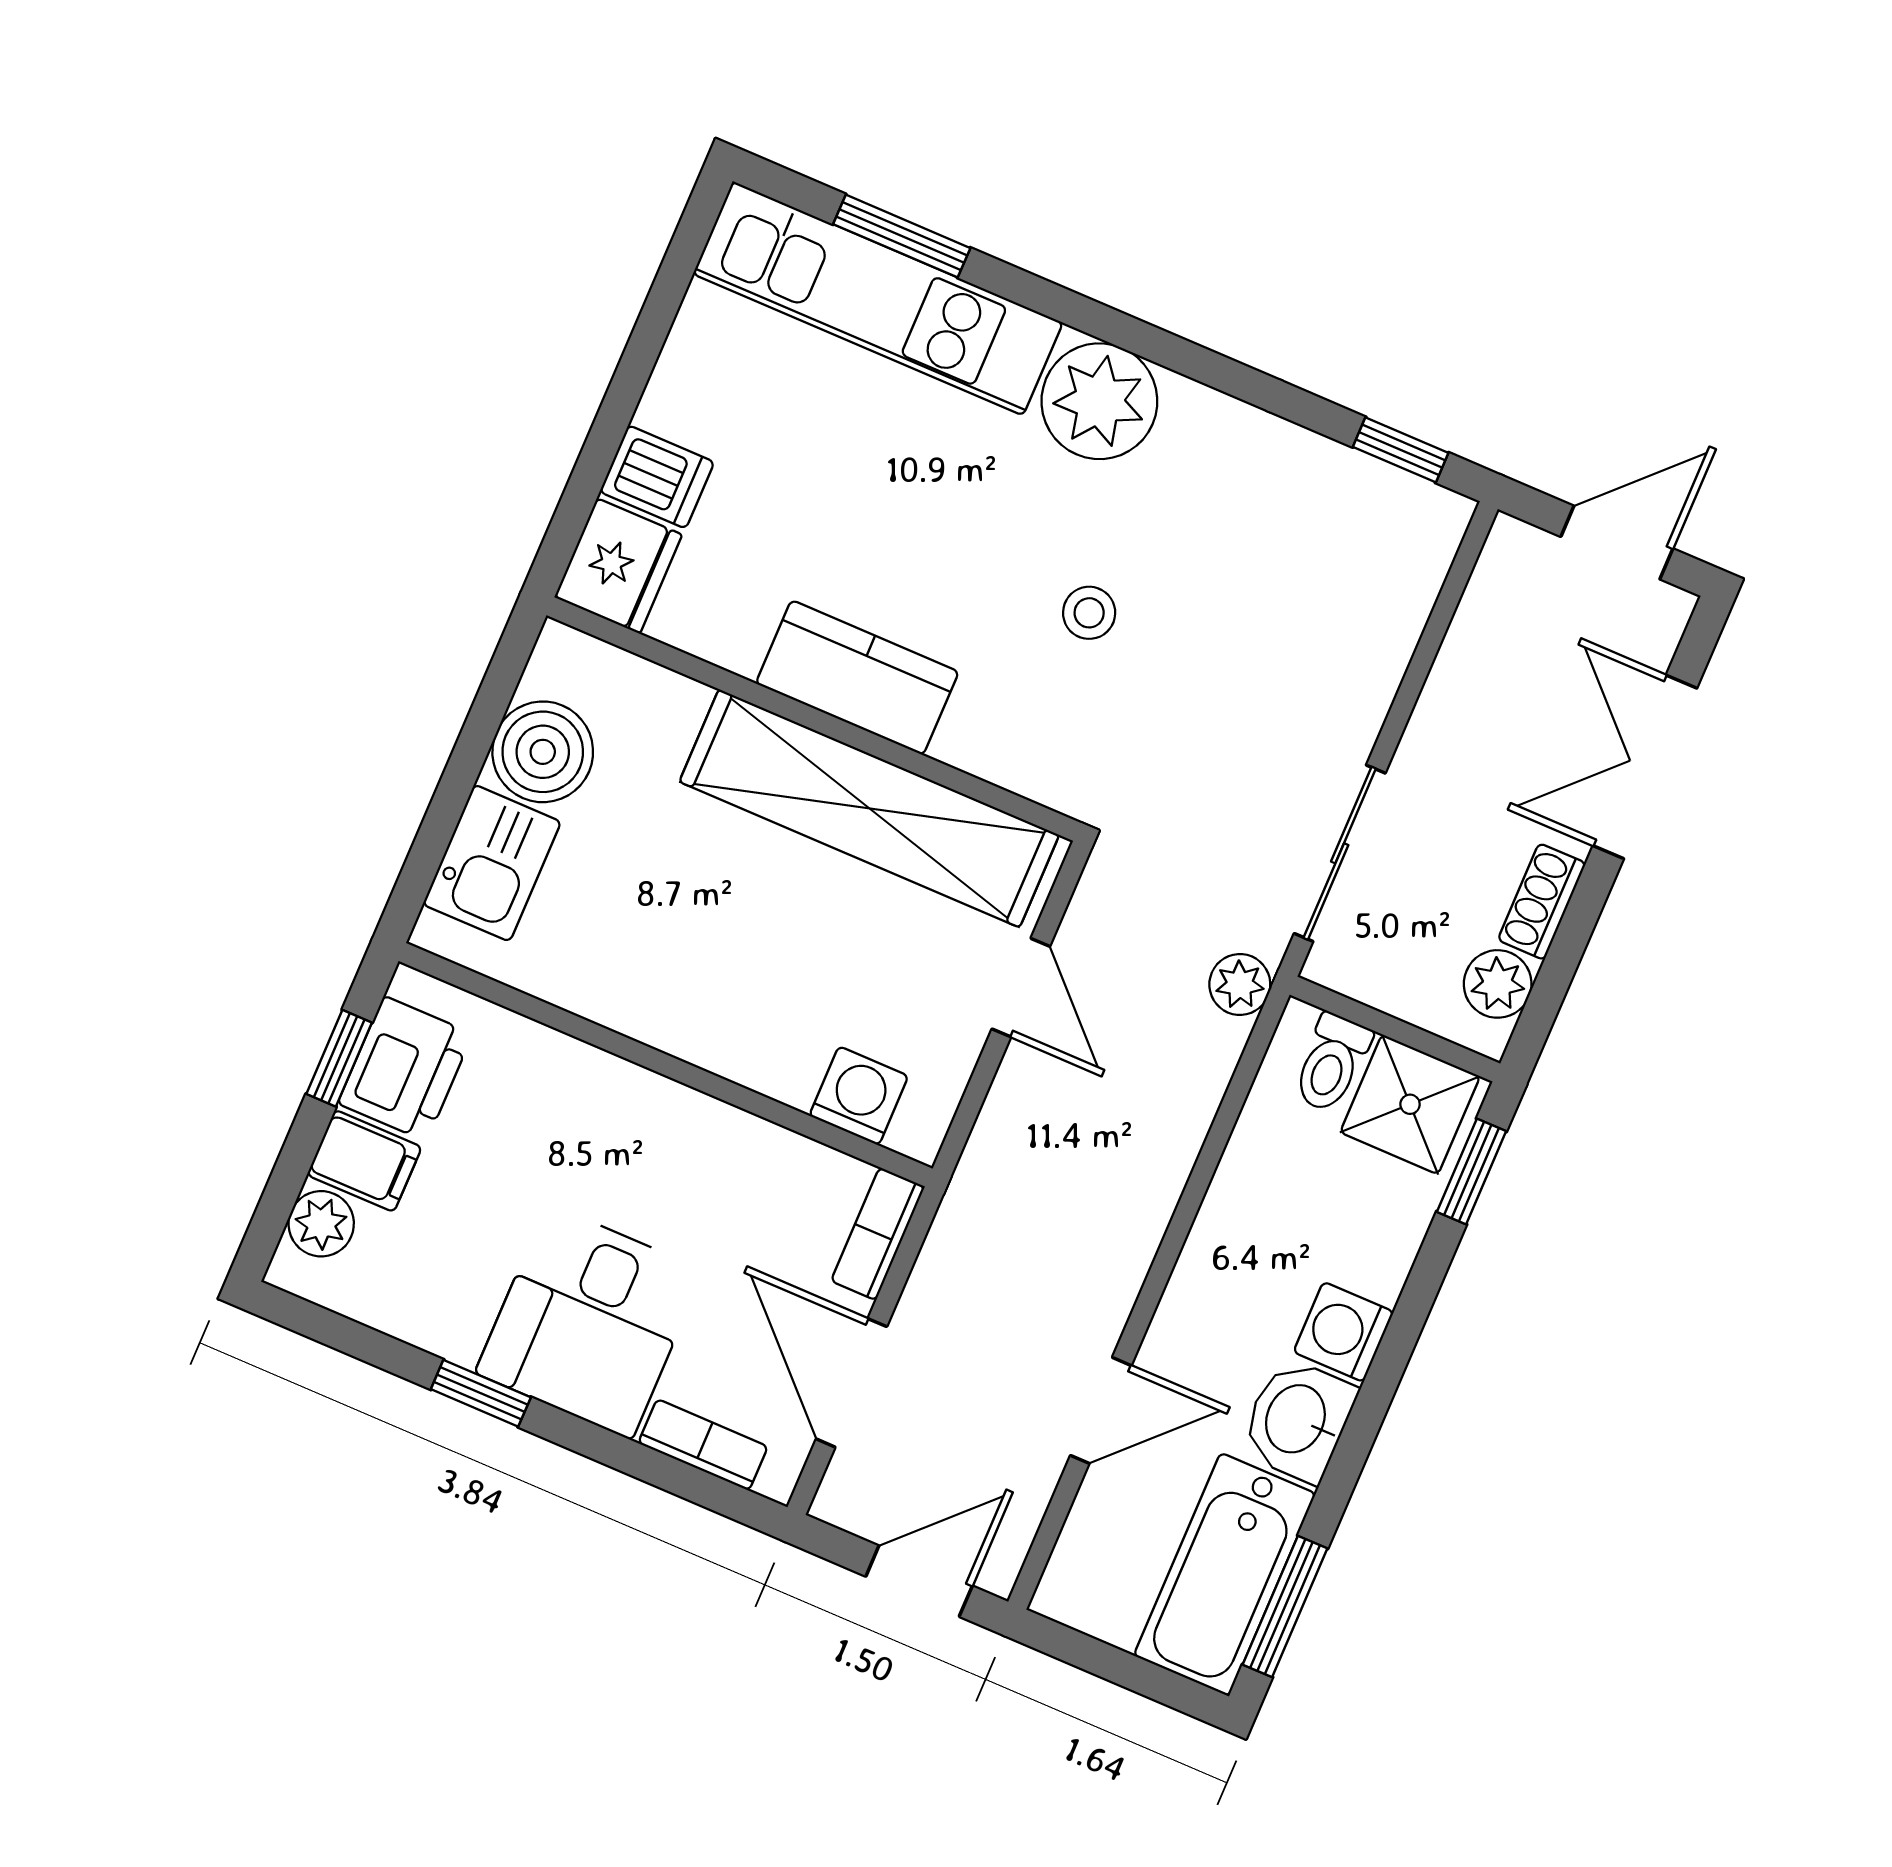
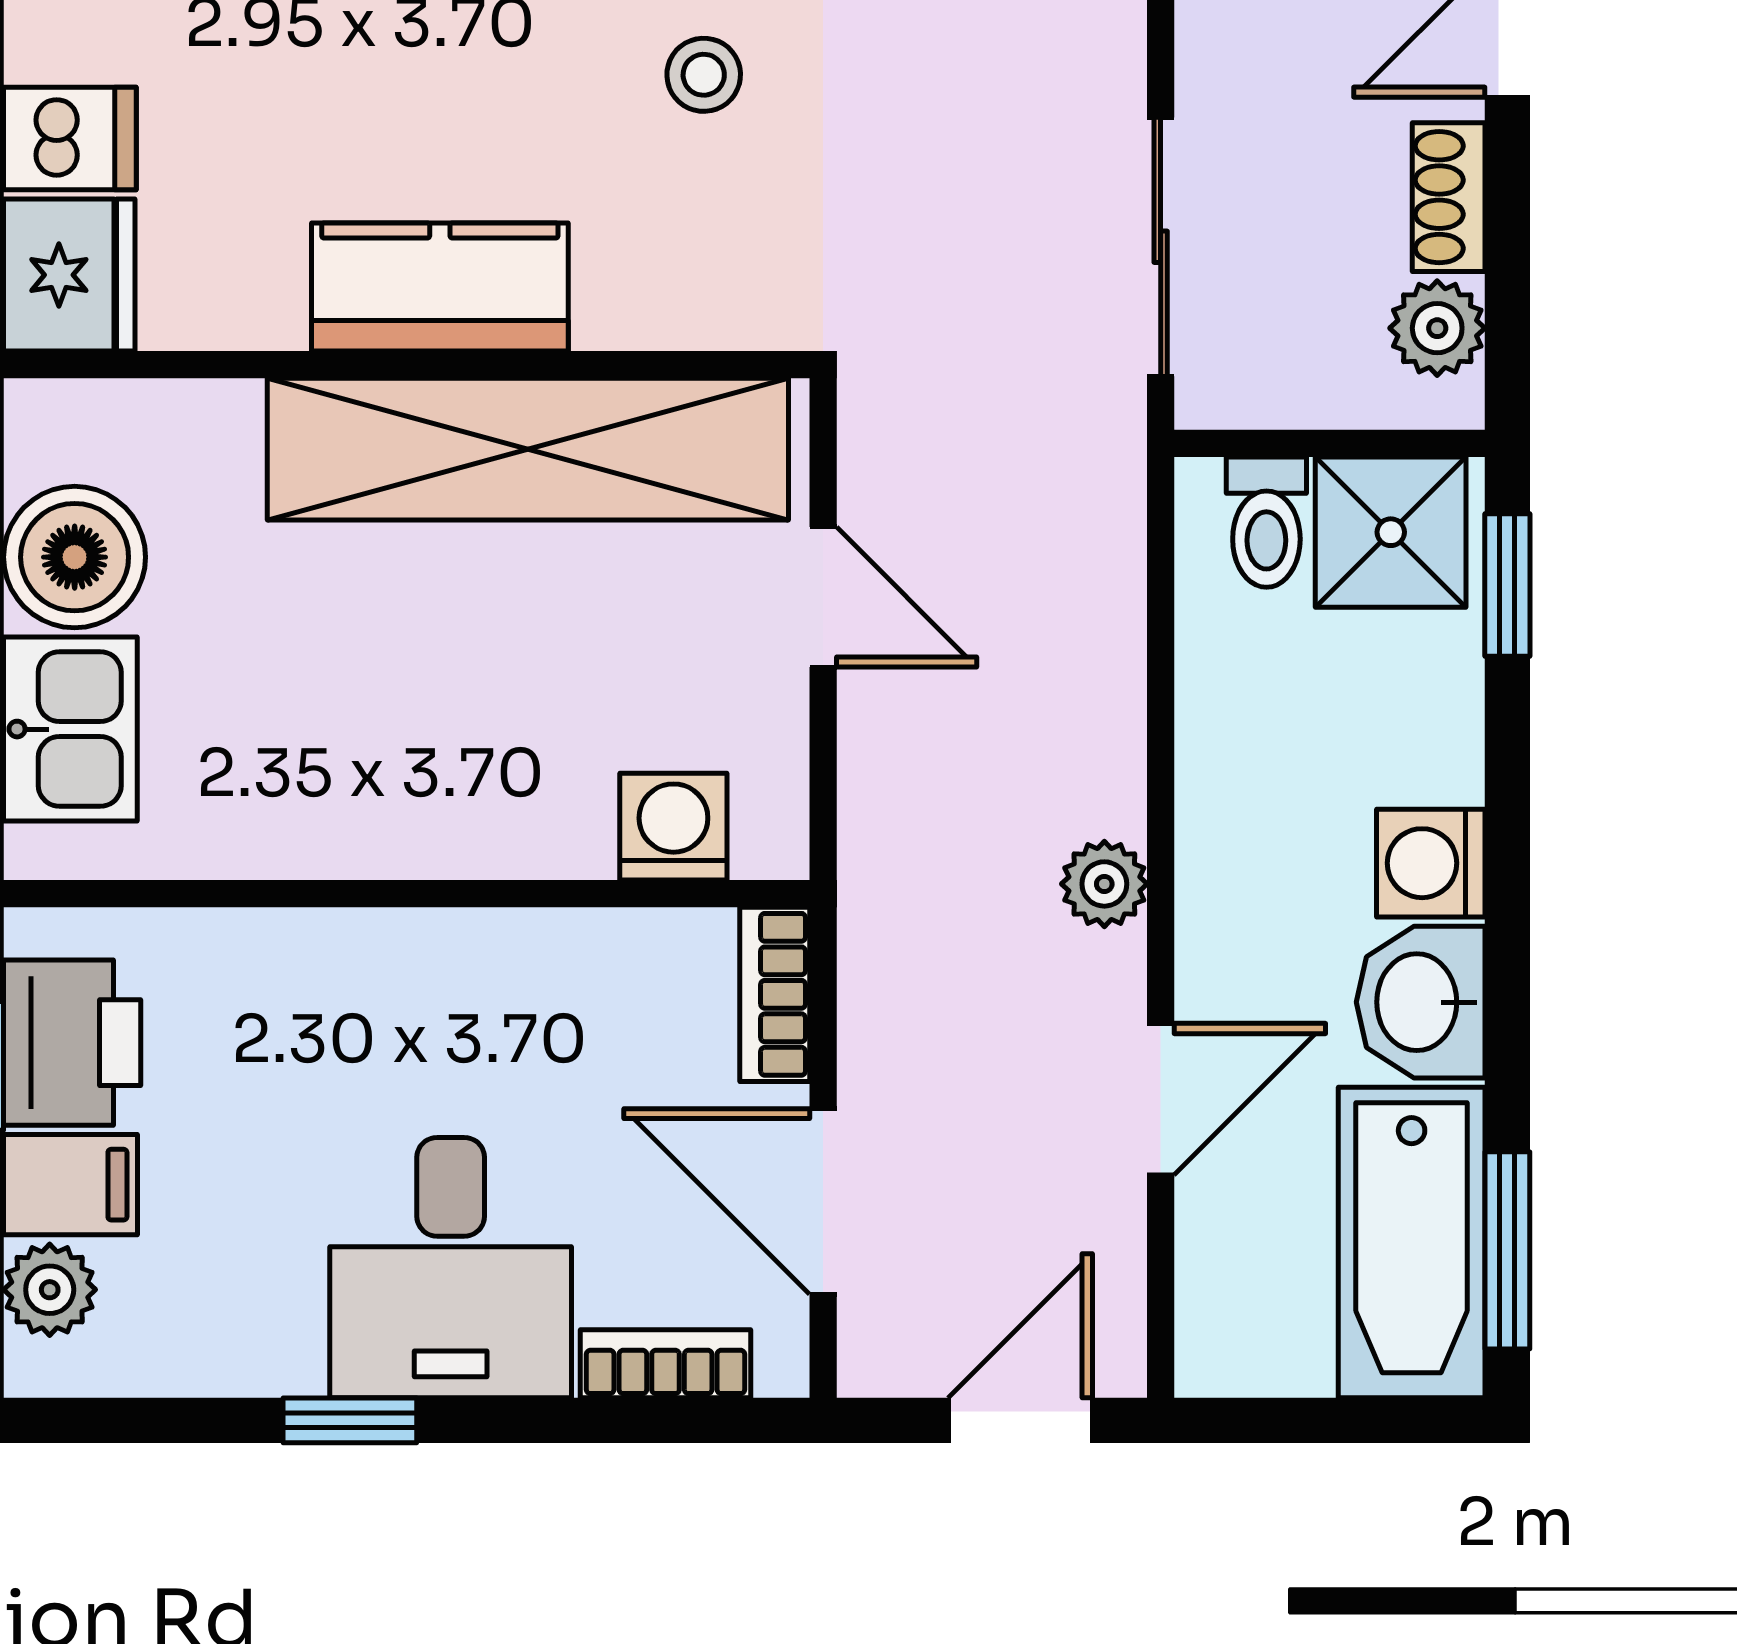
plant: (1240, 984) -> (1104, 884), moved

